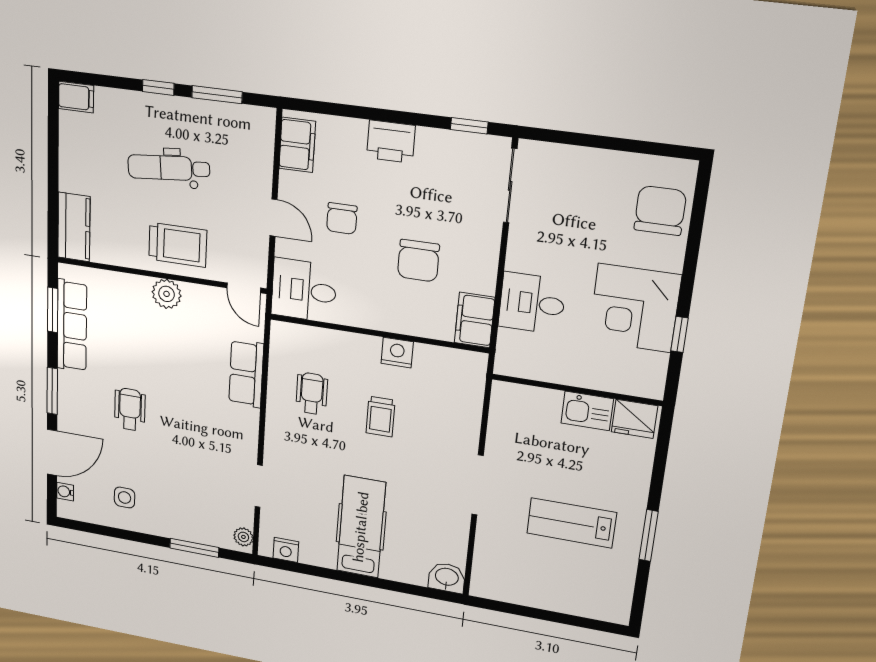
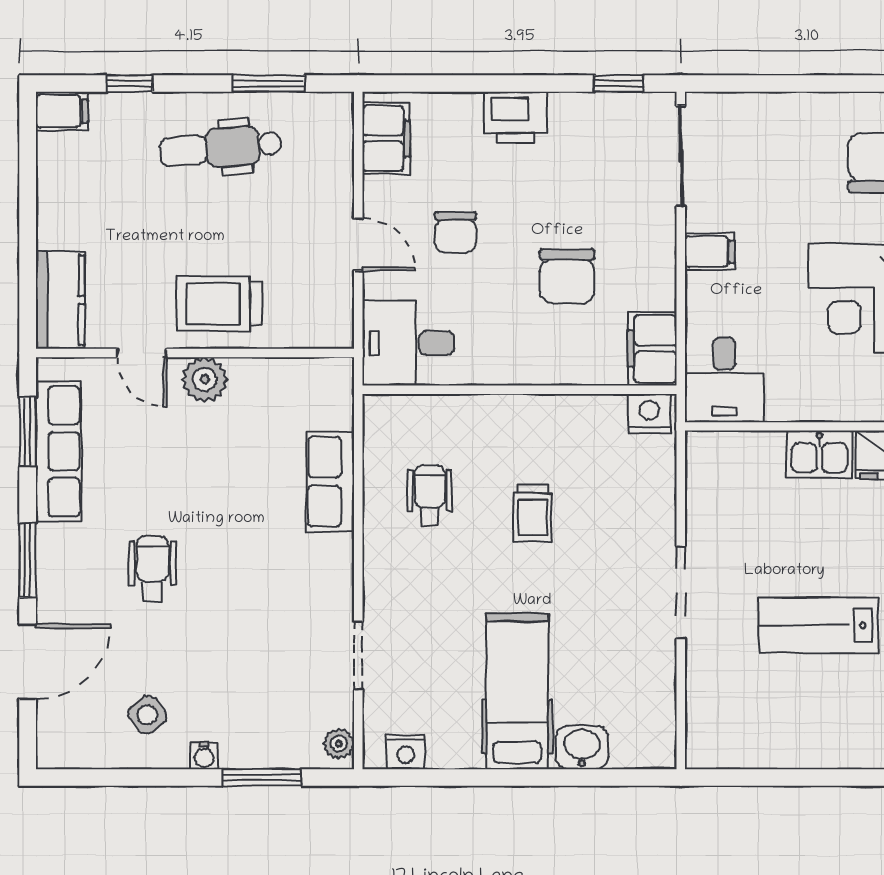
window: (158, 87) -> (130, 83), moved
dental chair: (169, 168) -> (221, 148), moved
trolley: (178, 245) -> (219, 304), turned 180
filing cabinet: (524, 258) -> (710, 252), added
door: (244, 288) -> (142, 353), moved
desk: (532, 303) -> (724, 380), moved, turned -90
nightstand: (397, 353) -> (649, 414), moved
water cooler: (65, 492) -> (204, 756), moved, turned -90
side table: (125, 498) -> (147, 715), turned -37
washbasin: (447, 578) -> (582, 747), moved

